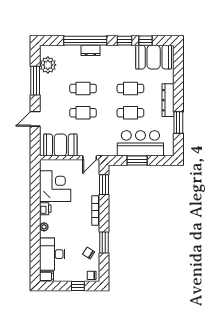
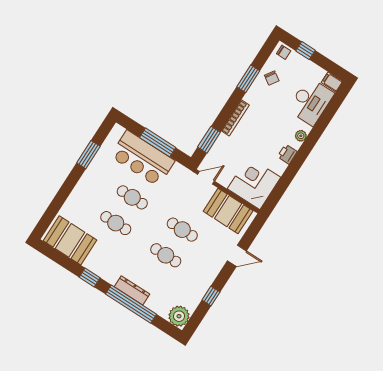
window: (145, 41) -> (67, 263), removed
dresser: (90, 50) -> (132, 290), width x1.44
plant: (48, 65) -> (179, 316), moved
window: (35, 81) -> (211, 296), width x0.46
dresser: (168, 100) -> (84, 185), removed
window: (137, 161) -> (158, 142), width x1.44
corner desk: (55, 186) -> (254, 183), moved, turned 90

